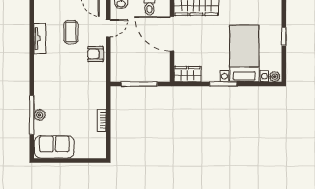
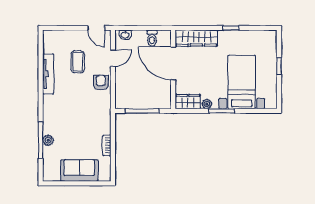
tv unit: (40, 38) -> (48, 74), width x1.41
armchair: (95, 54) -> (101, 83), turned 90
plant: (275, 77) -> (207, 104), moved
sofa: (54, 147) -> (79, 170), moved

